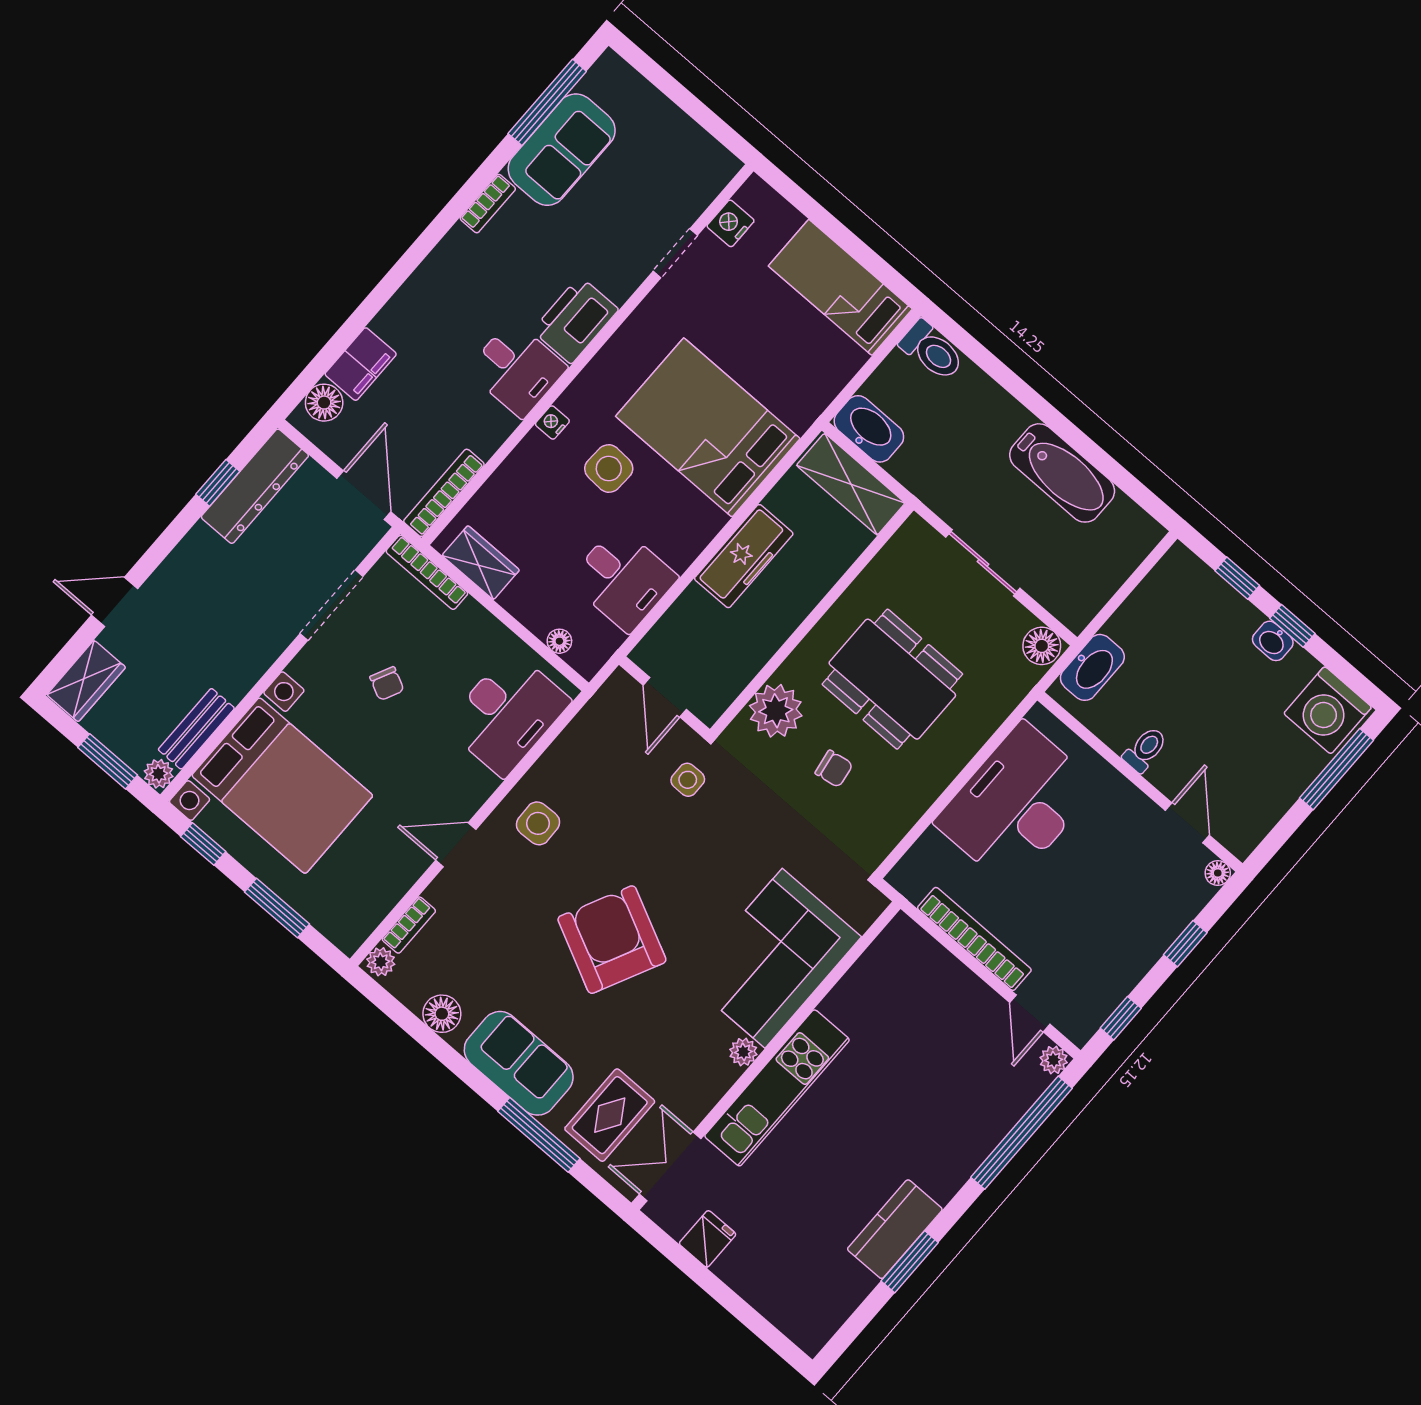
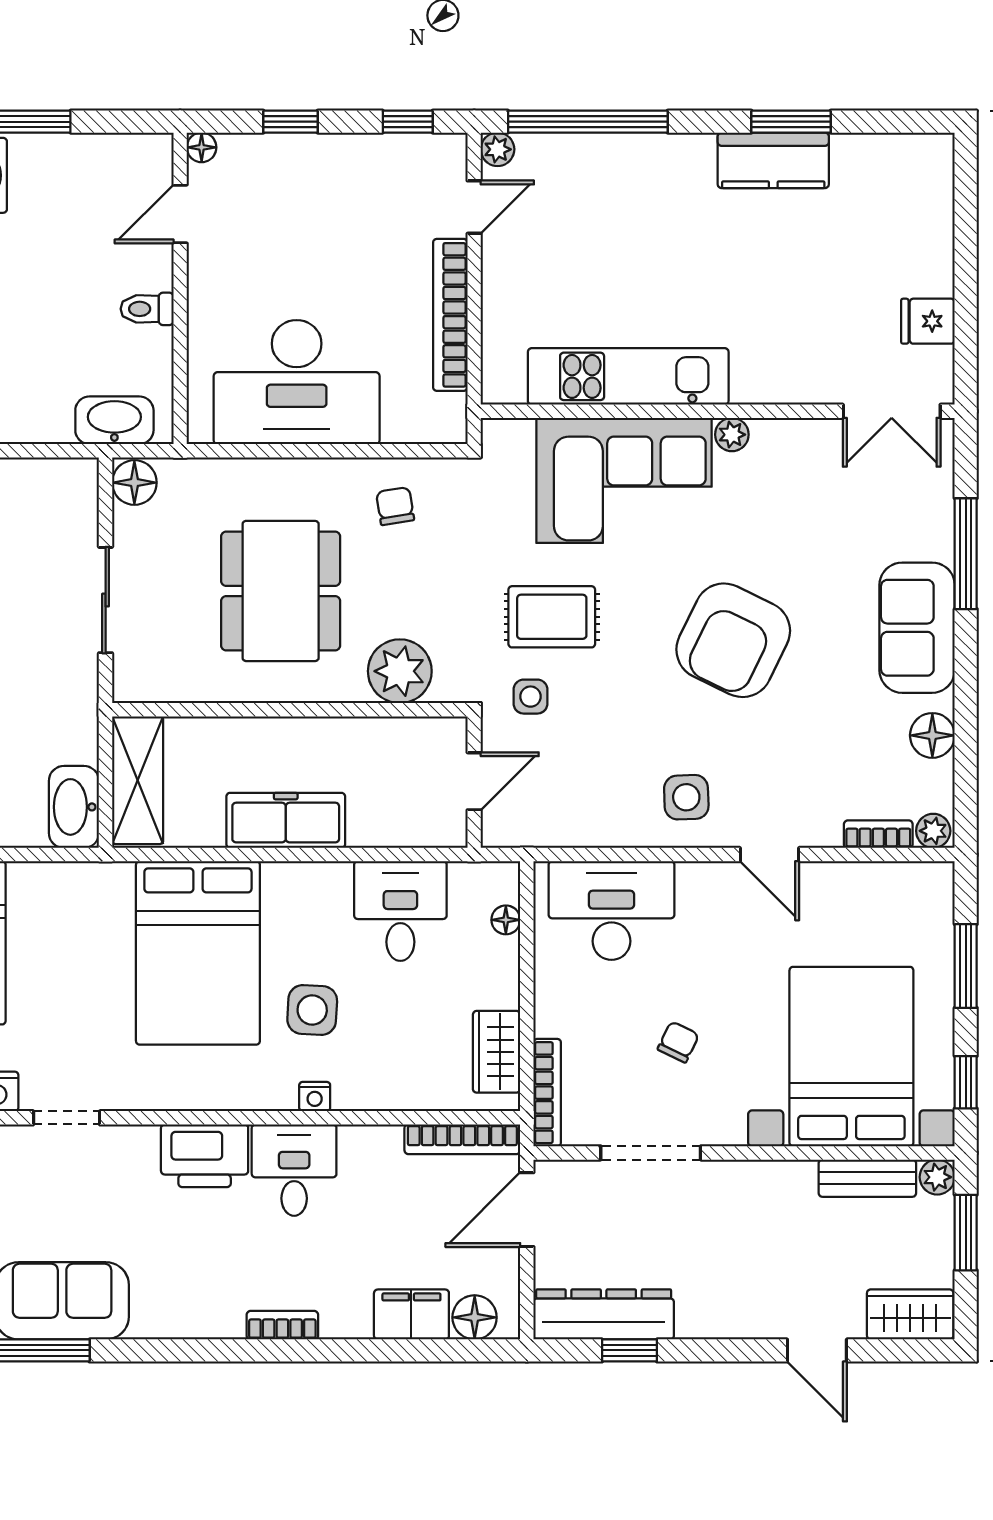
bookcase: (488, 204) -> (282, 1325), moved
chair: (834, 769) -> (395, 506), moved
kitchen unit: (777, 1088) -> (628, 376), moved
rug: (610, 1115) -> (552, 617), moved

